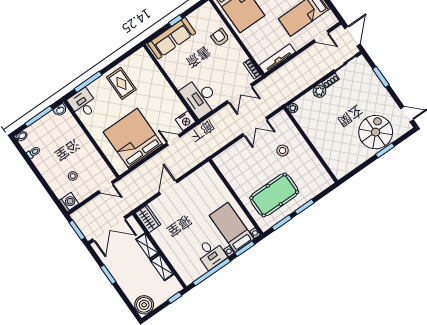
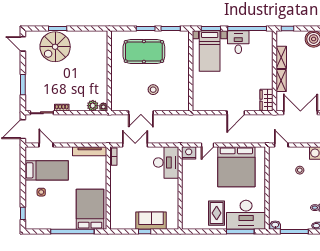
sofa: (172, 38) -> (151, 221), width x0.73
armchair: (220, 38) -> (121, 196), removed
plant: (319, 91) -> (93, 106), moved
desk: (83, 104) -> (246, 215), width x1.87, depth x1.30
double door: (255, 127) -> (141, 113), swing flipped
door: (173, 140) -> (207, 145), hinge flipped
stool: (283, 151) -> (153, 90), moved
pool table: (274, 195) -> (144, 51), moved

